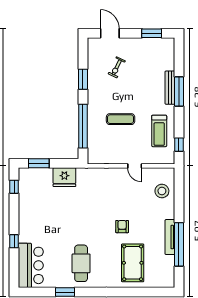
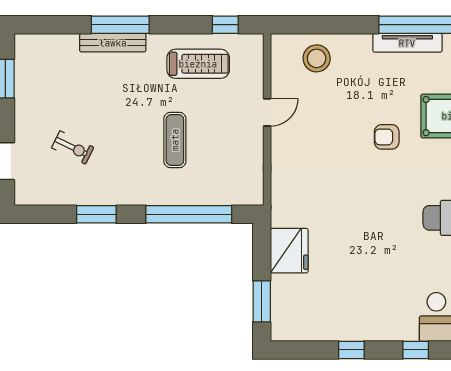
window: (14, 187) -> (351, 350), moved

